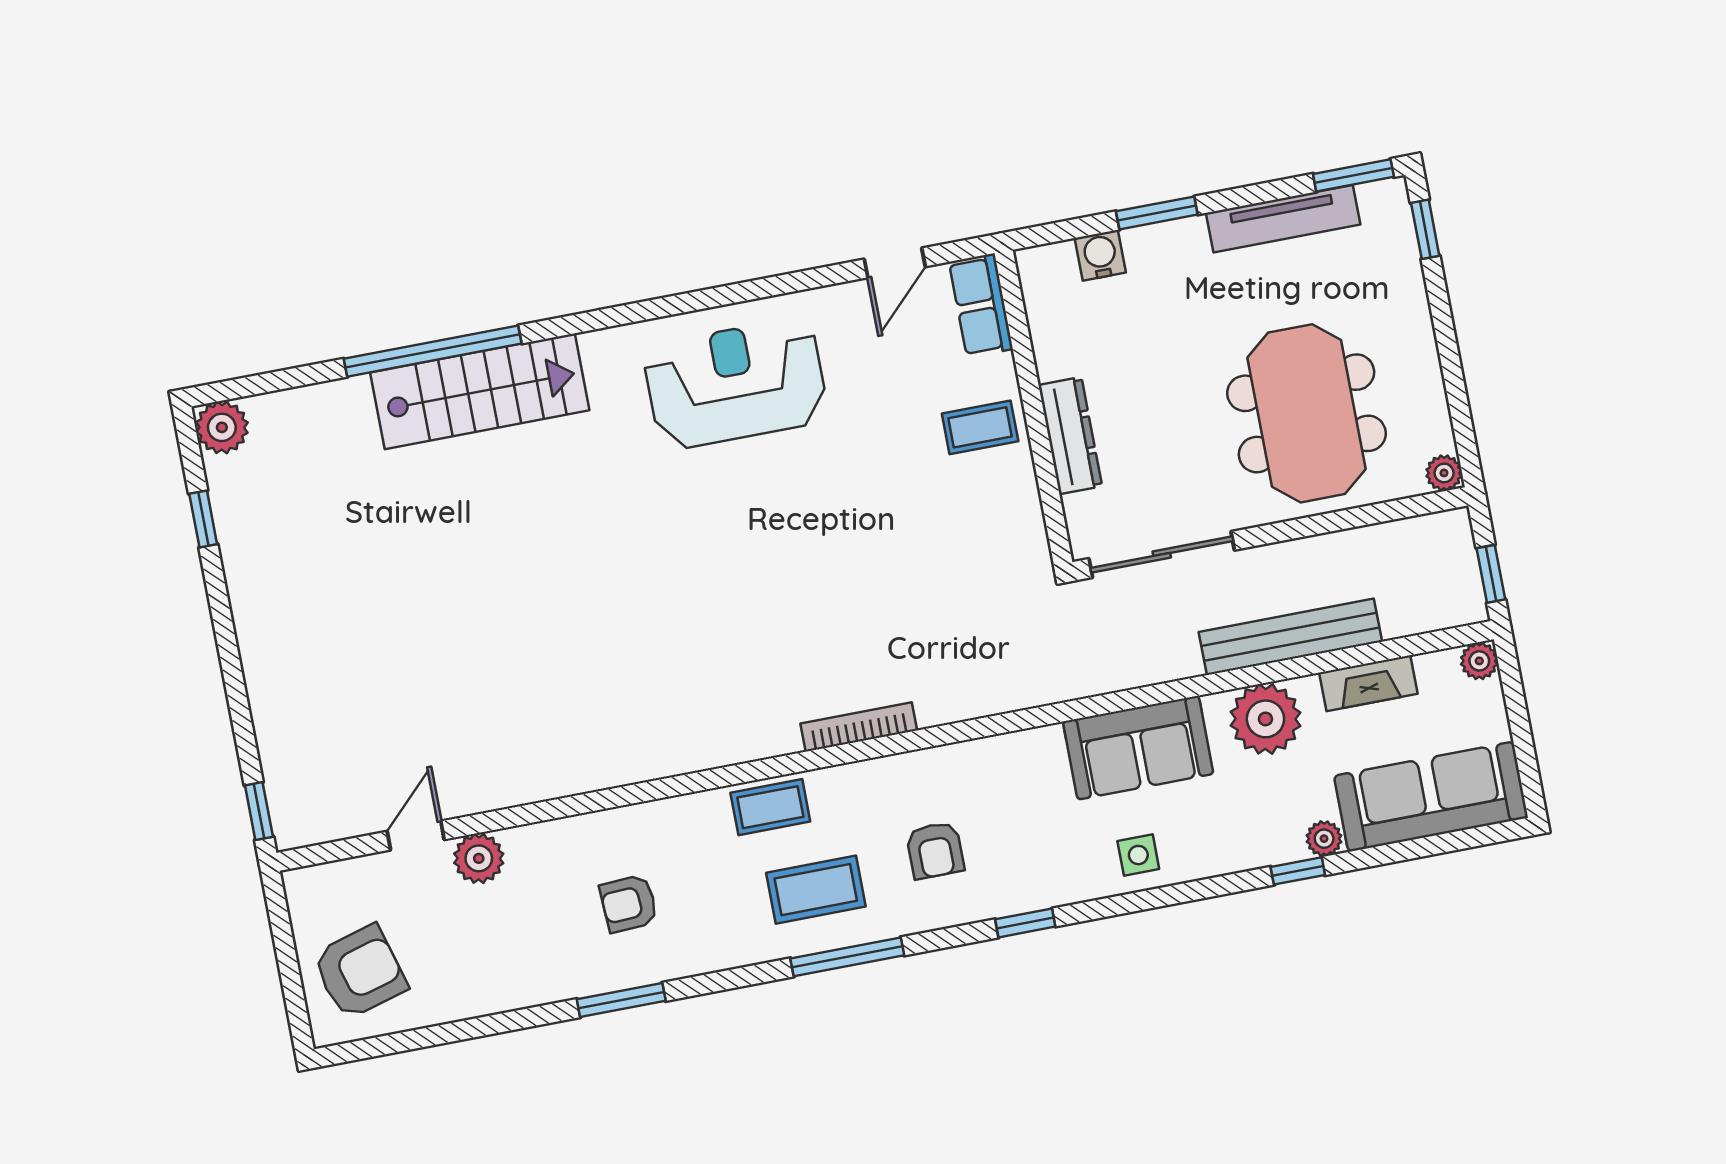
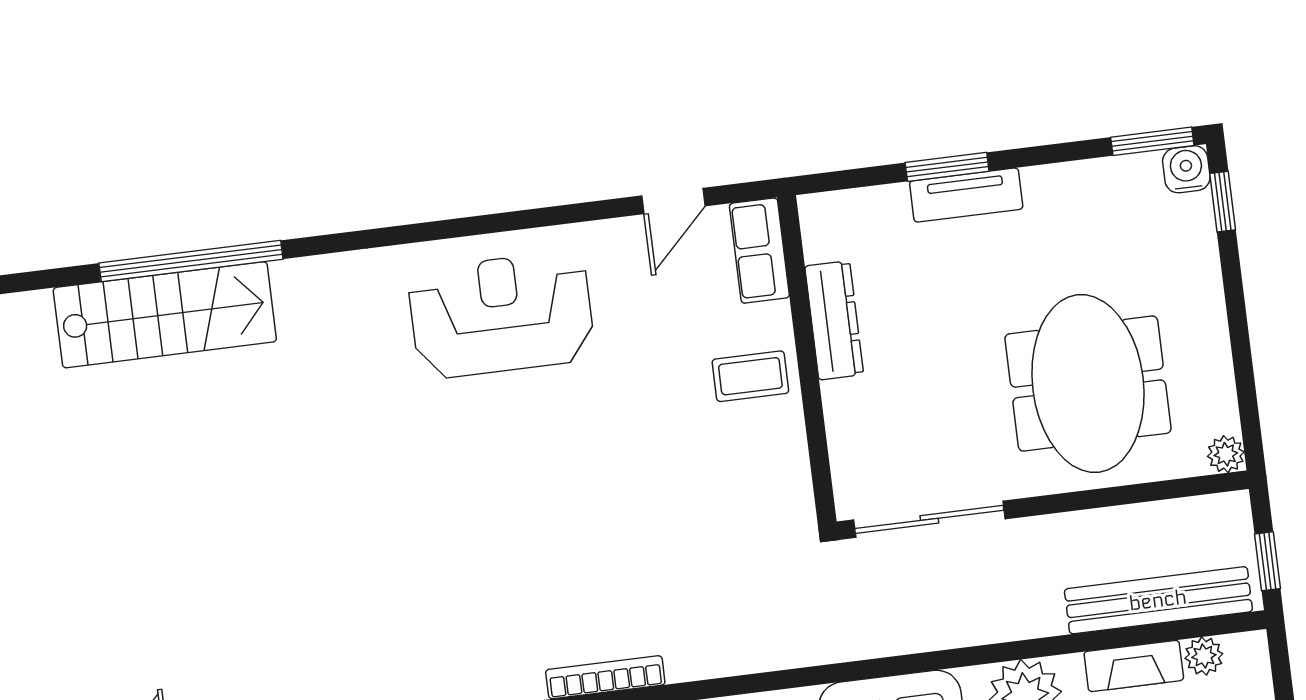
tv unit: (1283, 219) -> (966, 195), moved, width x0.71
water cooler: (1100, 255) -> (1186, 169), moved
stairs: (480, 391) -> (165, 315), moved
dresser: (1070, 436) -> (834, 320), moved
bench: (1290, 637) -> (1158, 600), moved
plant: (1479, 661) -> (1204, 656), moved

